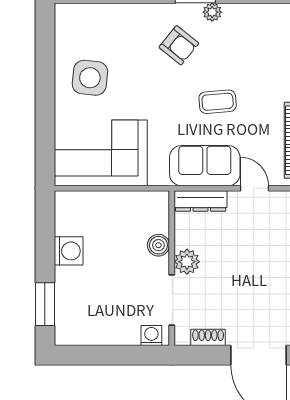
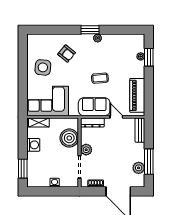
armchair: (179, 45) -> (67, 54), moved
shelving: (81, 201) -> (39, 123), added
boiler: (158, 245) -> (69, 138), width x1.86, depth x1.86
washing machine: (151, 335) -> (55, 183), moved

